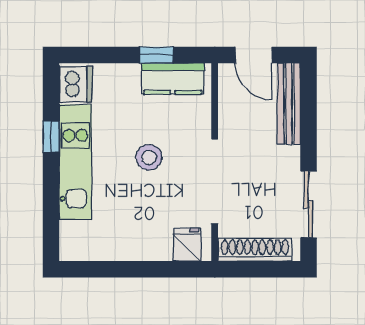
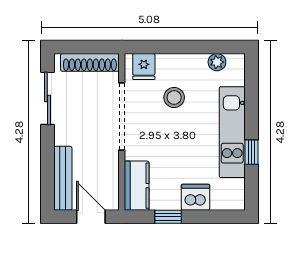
kitchen counter: (173, 79) -> (137, 186), moved, turned 90
dishwasher: (76, 84) -> (195, 197), moved, turned 90
stool: (149, 157) -> (174, 97), moved
plant: (95, 250) -> (217, 62), added

